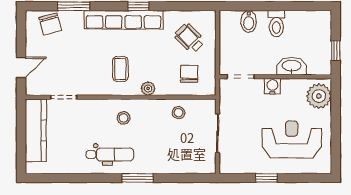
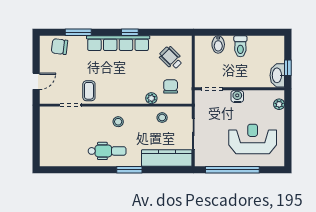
chair: (50, 24) -> (59, 47), turned 112
washbasin: (292, 66) -> (277, 75), moved, turned -90
coffee table: (120, 69) -> (89, 91), moved
plant: (148, 89) -> (151, 98), moved
plant: (319, 96) -> (279, 104), width x0.53, depth x0.53
kitchen counter: (36, 130) -> (167, 158), moved, turned -90
window: (266, 178) -> (232, 170), width x3.17

